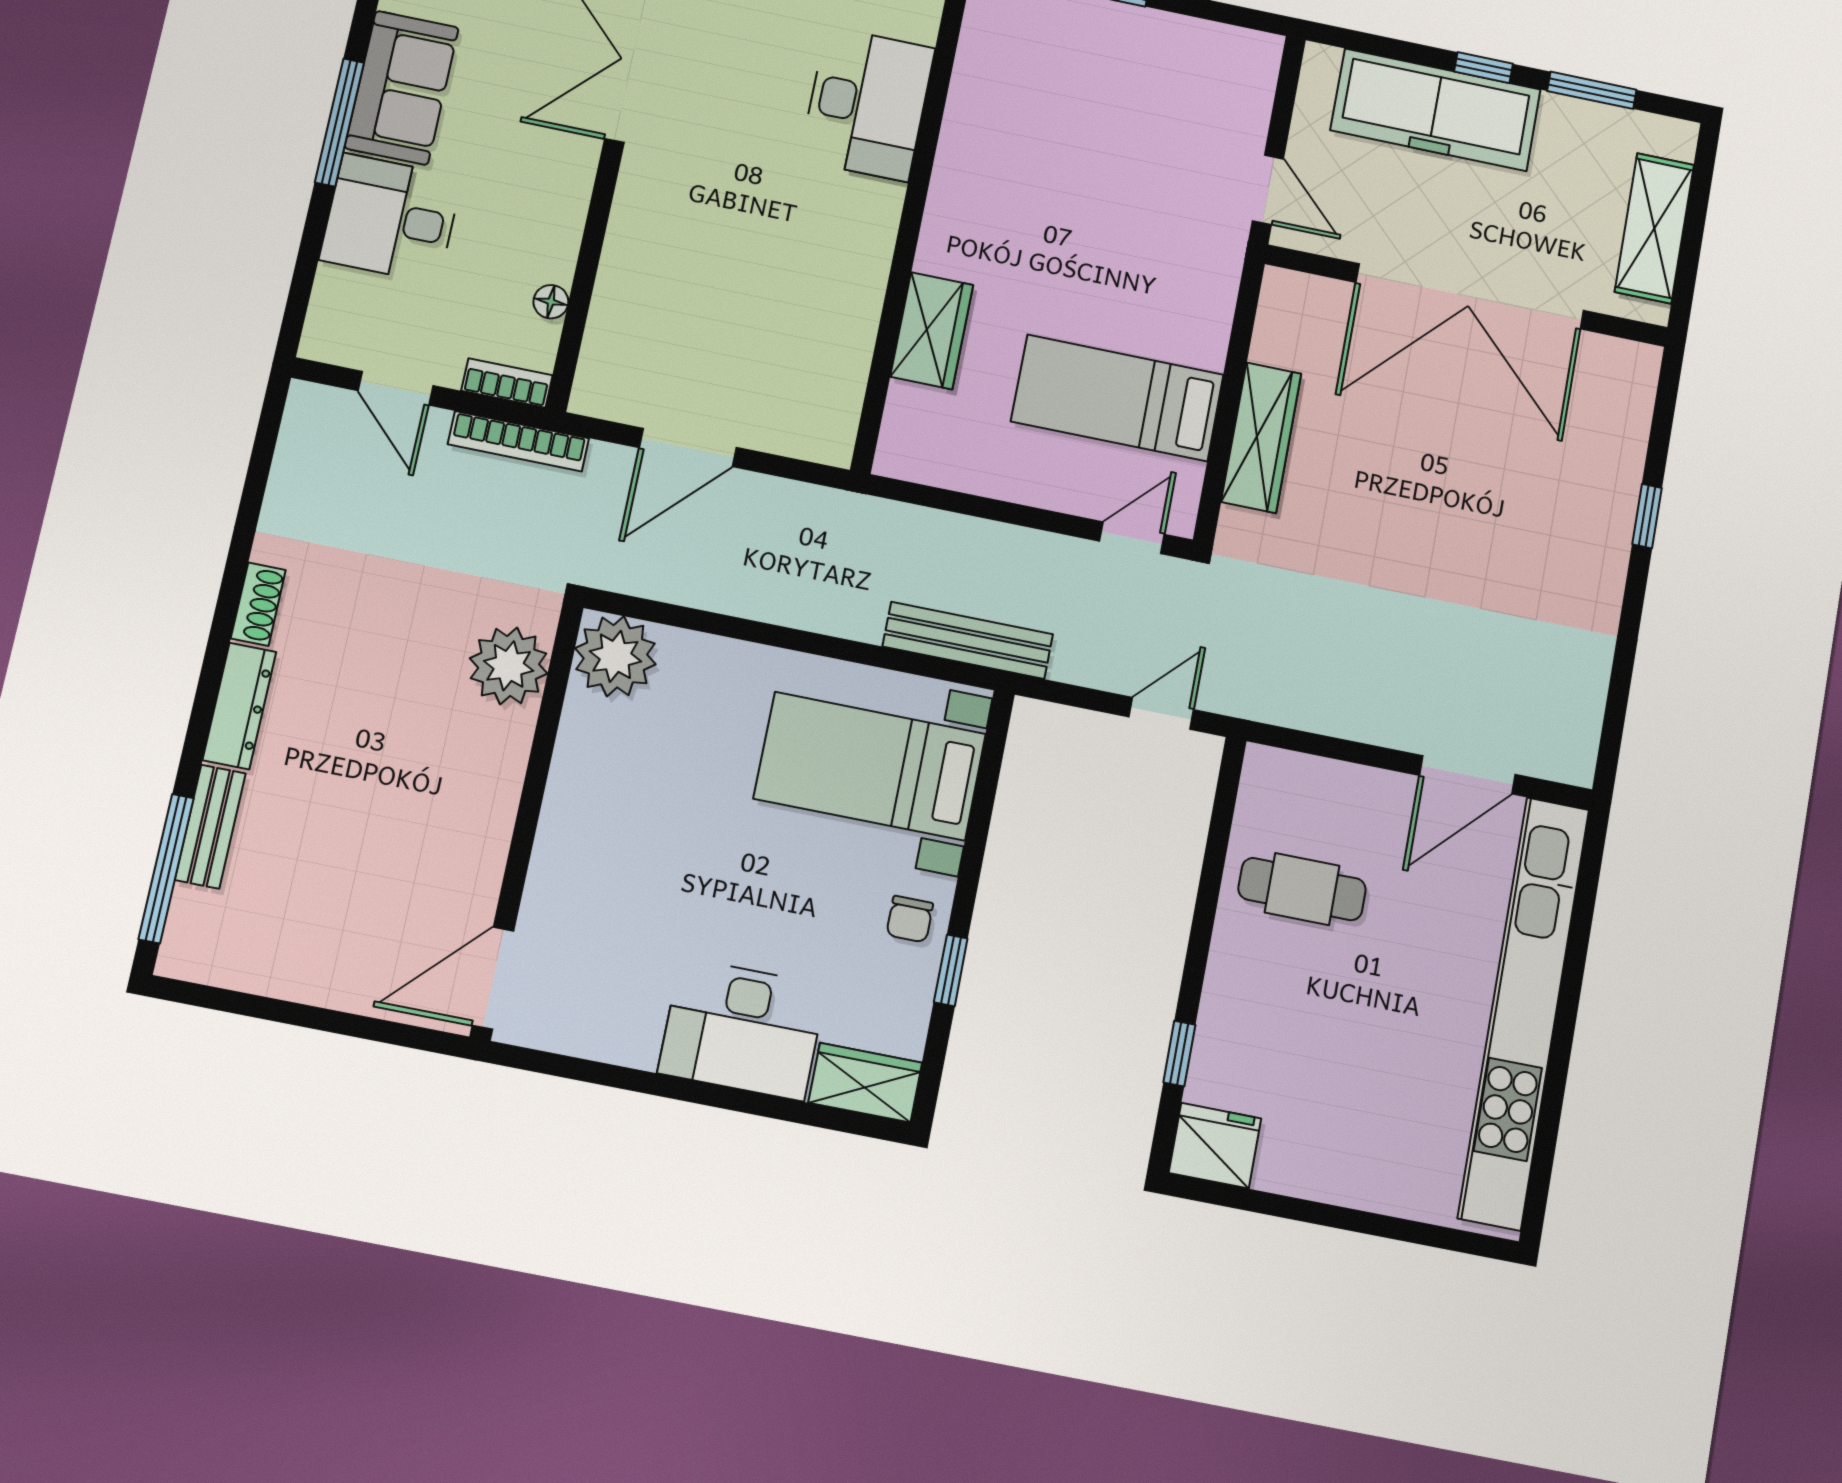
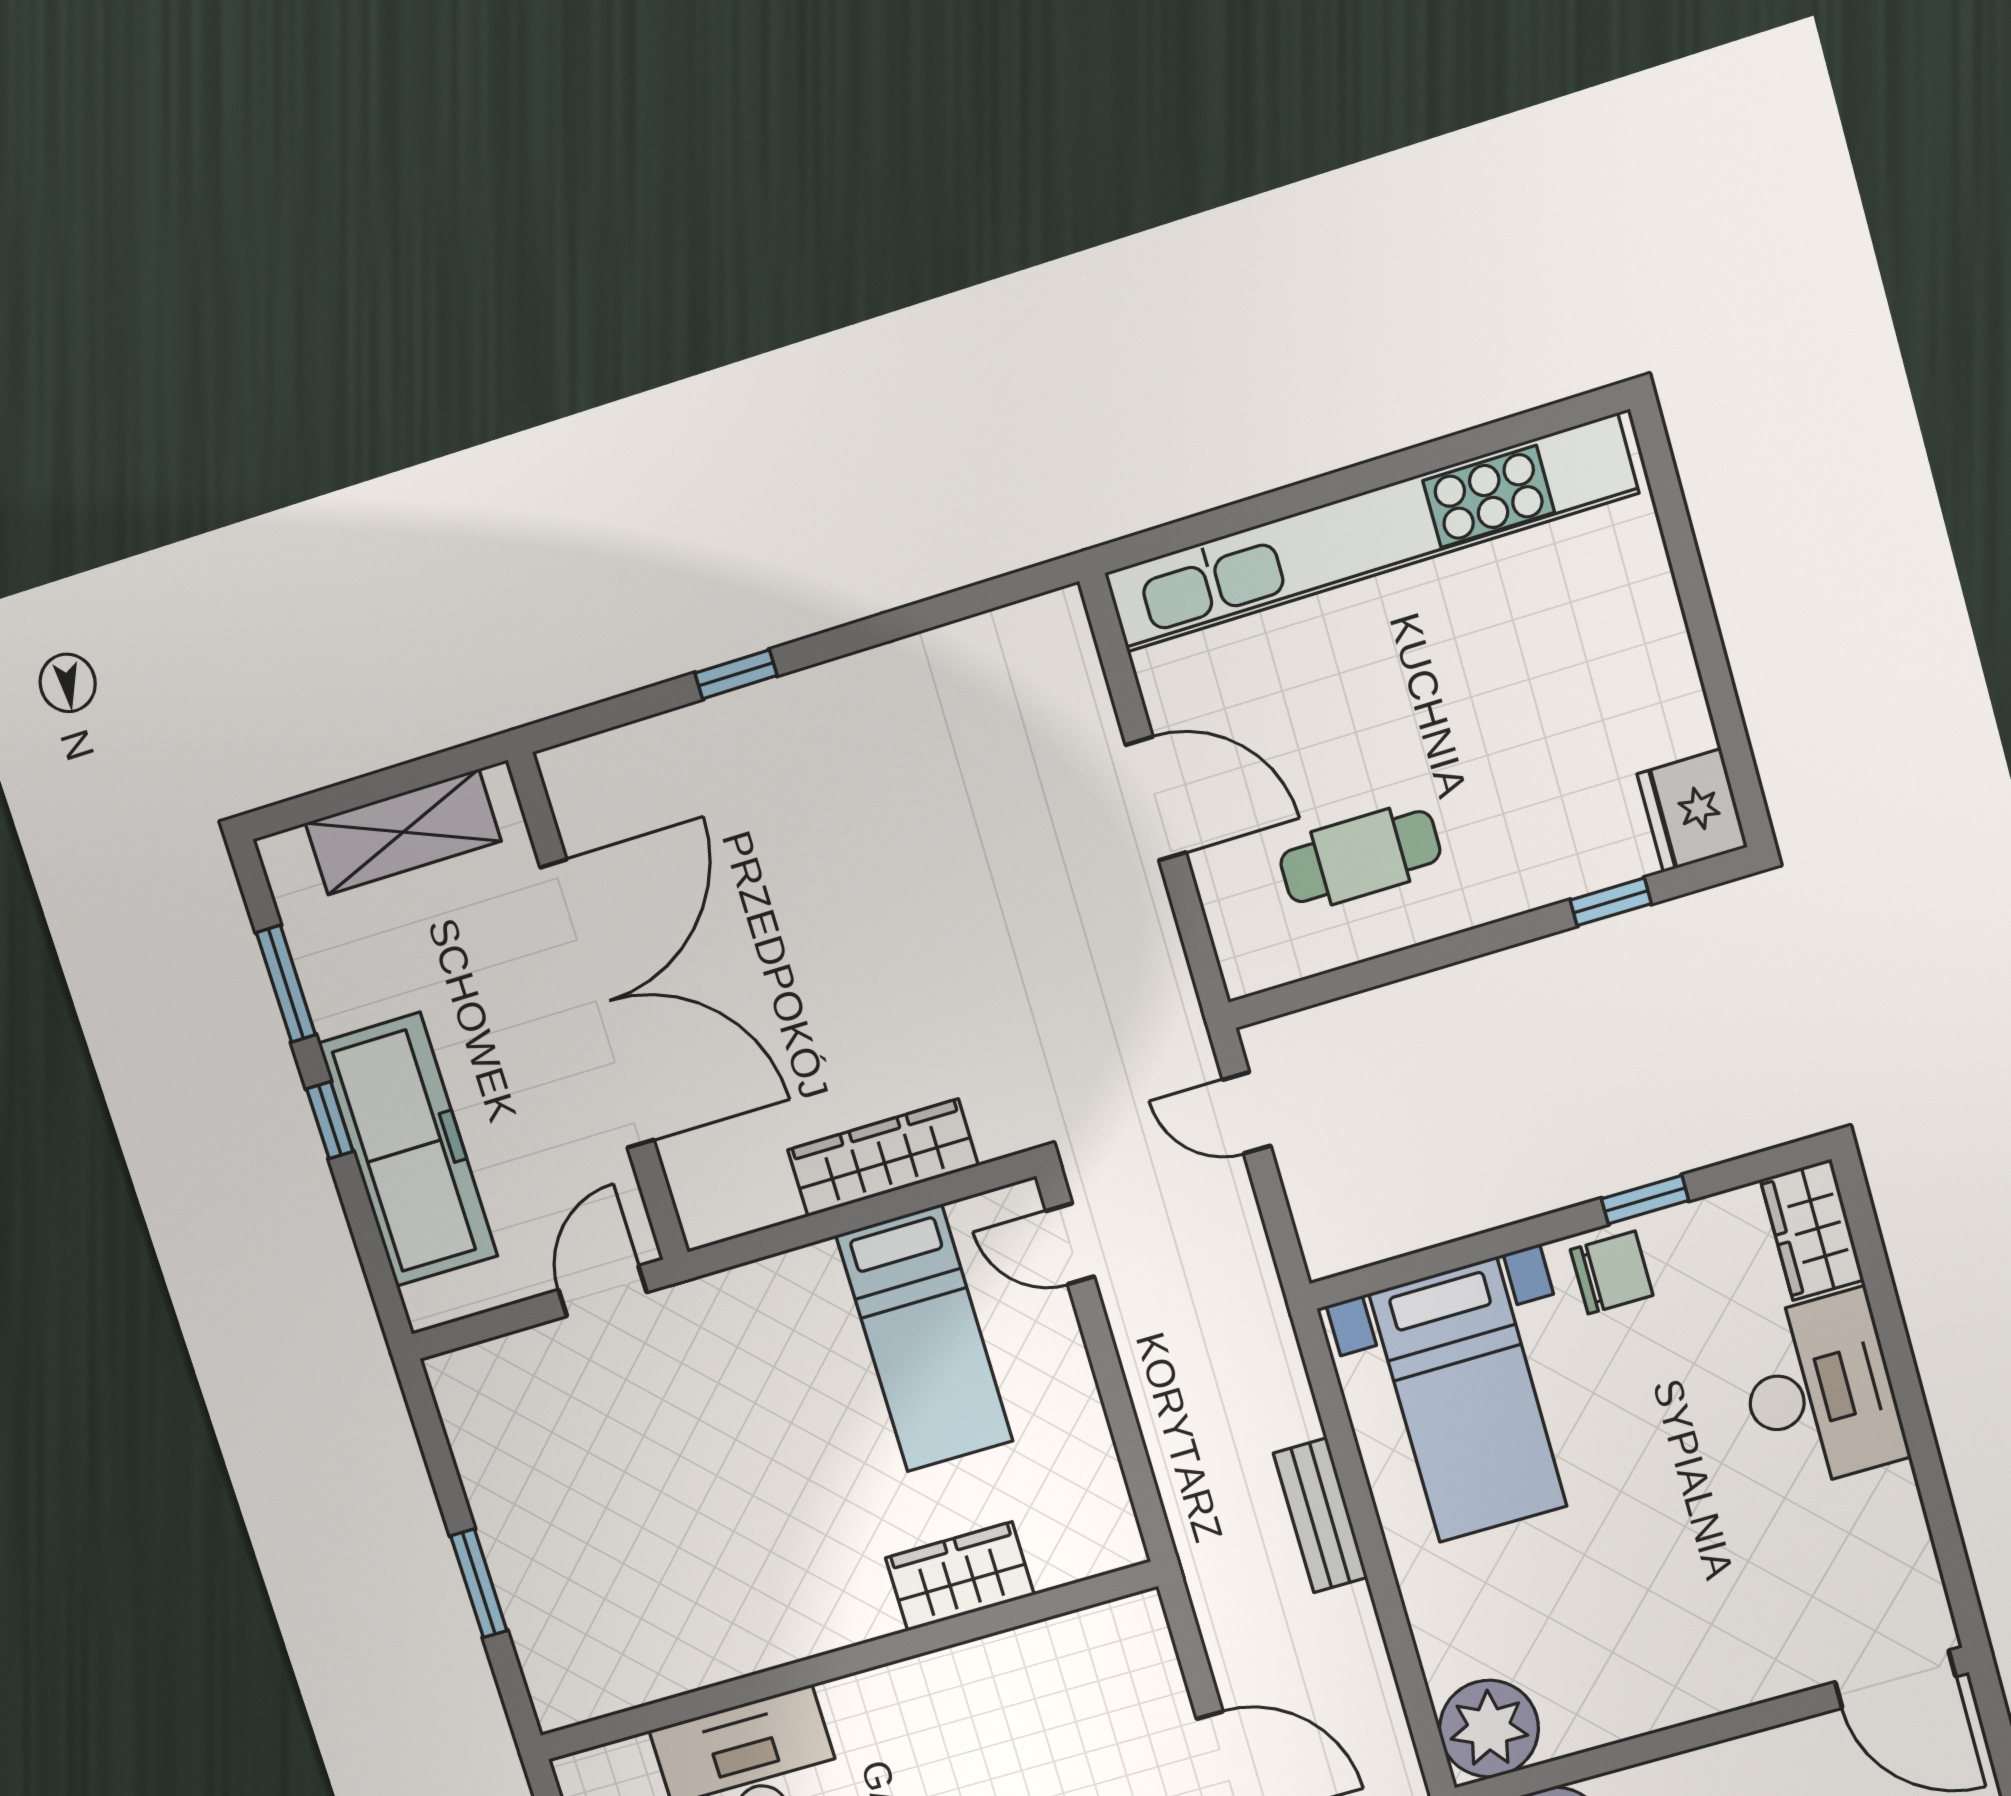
bench: (968, 640) -> (1320, 1515), moved, width x0.73
door: (1467, 775) -> (1156, 799), moved
cafe table: (1302, 889) -> (1360, 857), turned 90
chair: (910, 919) -> (1612, 1272), width x1.37, depth x1.37

